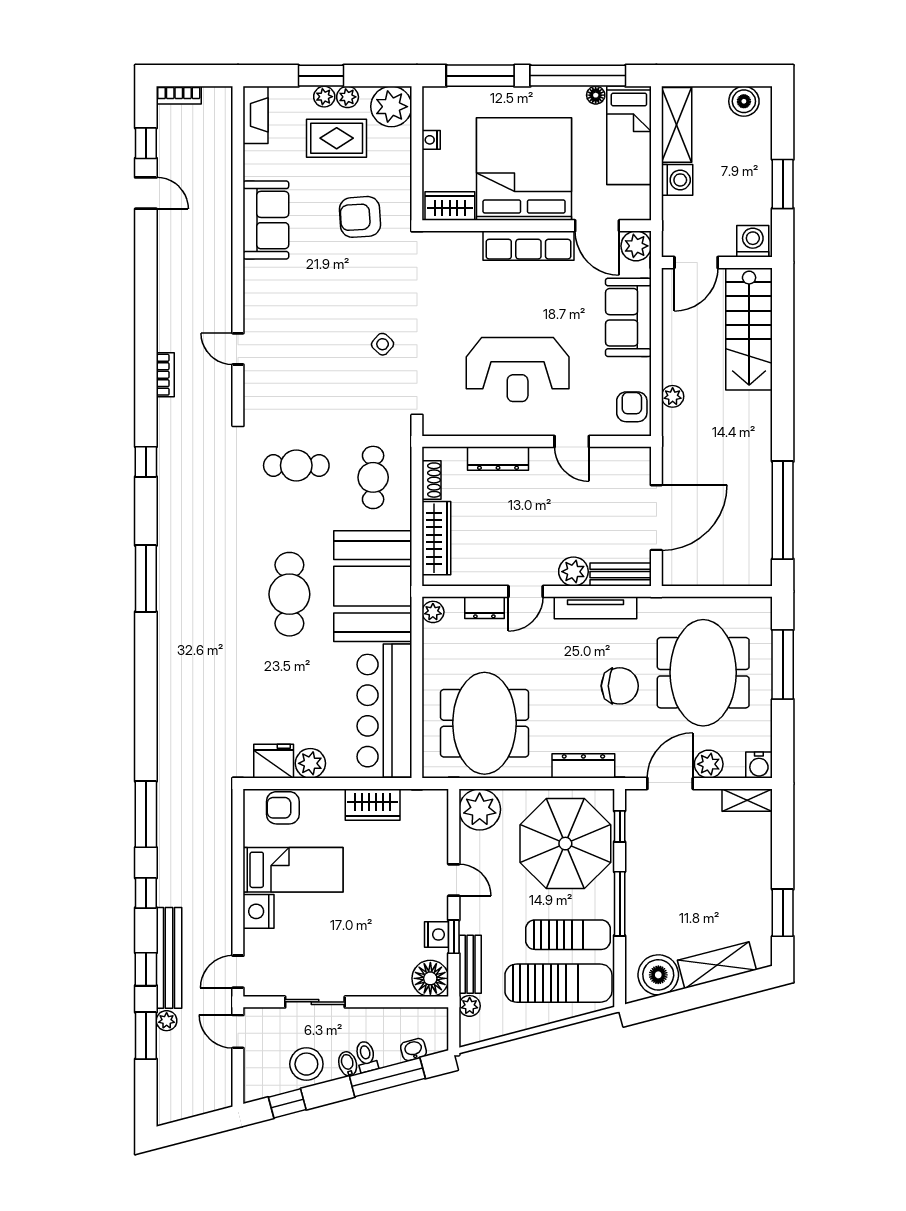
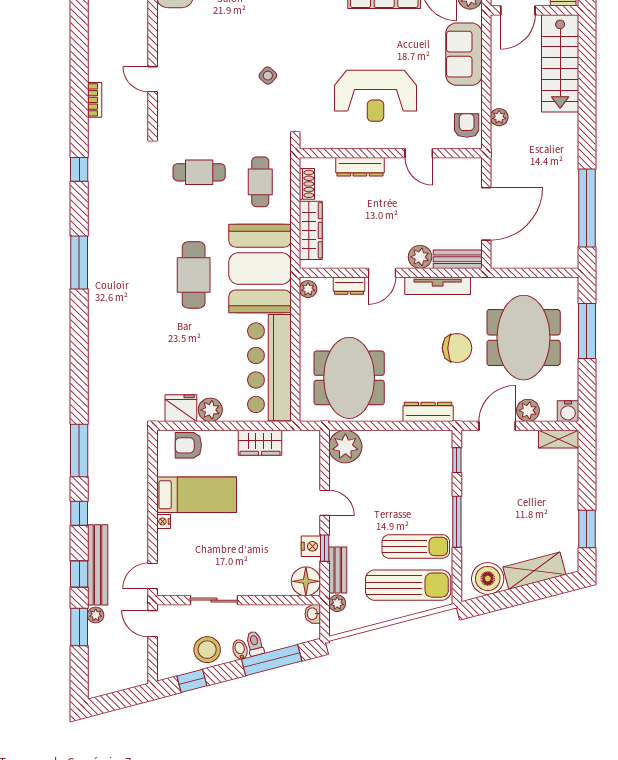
parasol: (565, 844) -> (414, 474), removed
nightstand: (259, 911) -> (164, 521), width x0.53, depth x0.56
washbasin: (414, 1050) -> (313, 614), moved, turned -75

